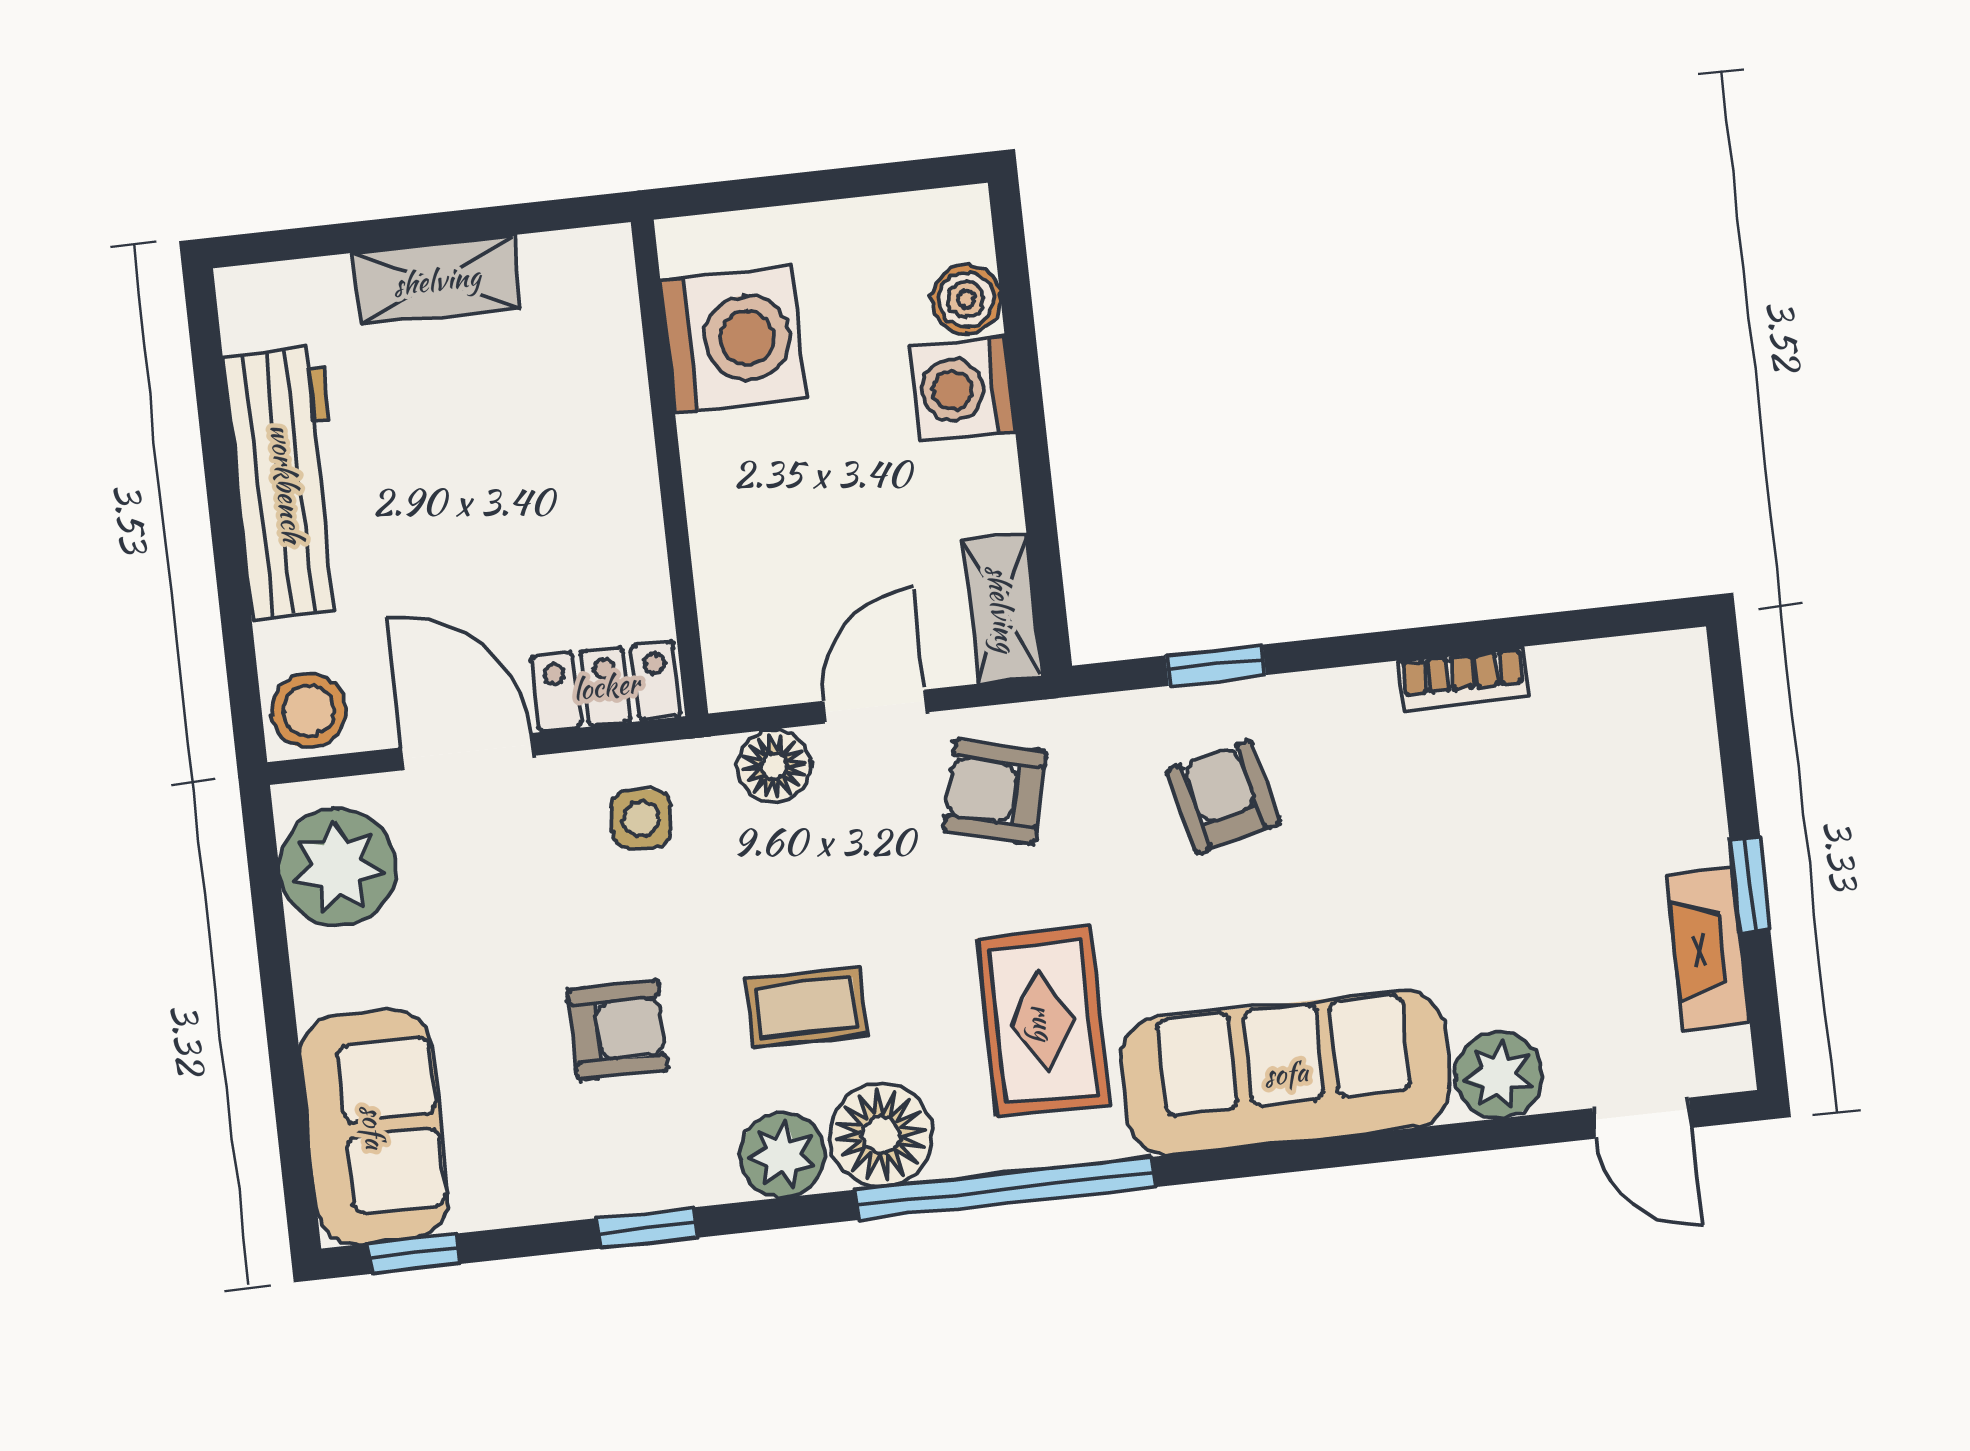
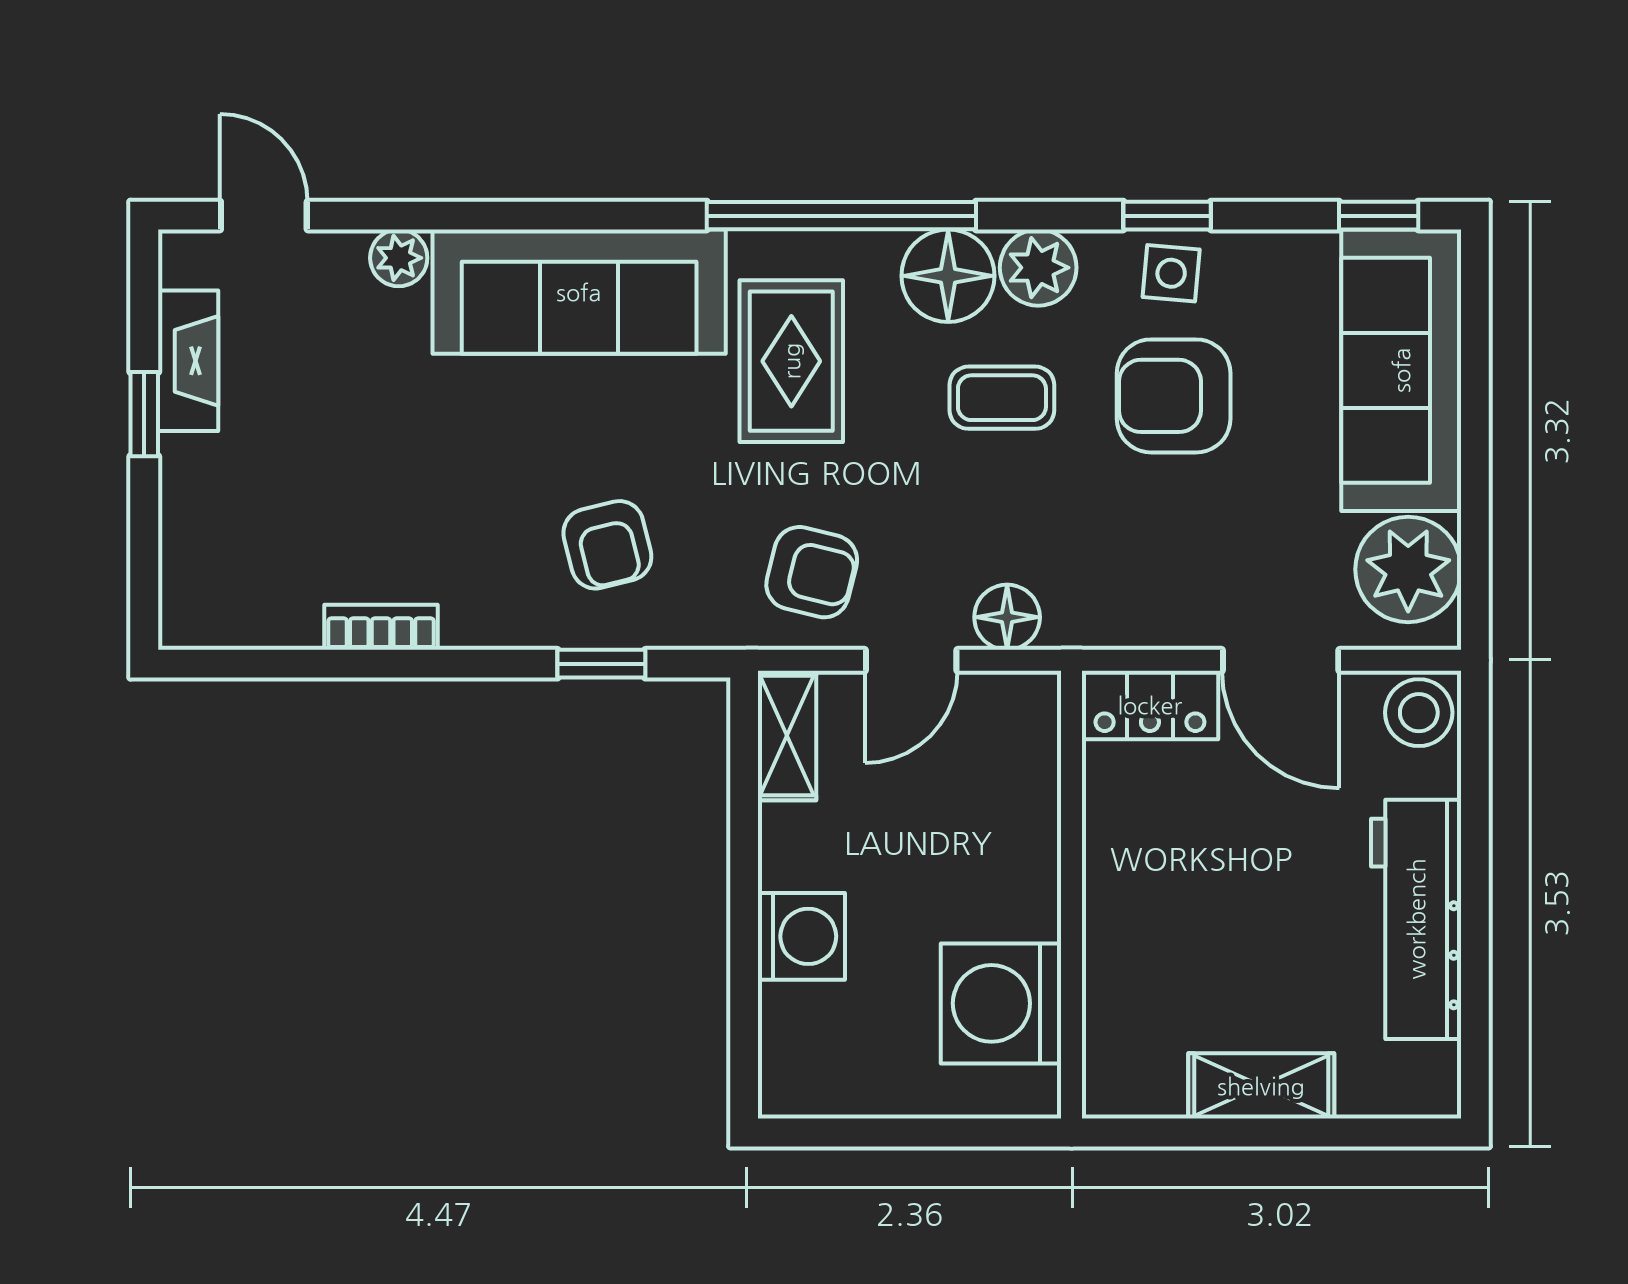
boiler: (966, 299) -> (789, 1016), removed
side table: (641, 819) -> (1171, 273), moved
armchair: (618, 1030) -> (1174, 396), width x1.38, depth x1.38
plant: (1499, 1075) -> (399, 258), width x0.73, depth x0.73
sofa: (374, 1127) -> (1401, 370), width x1.36

